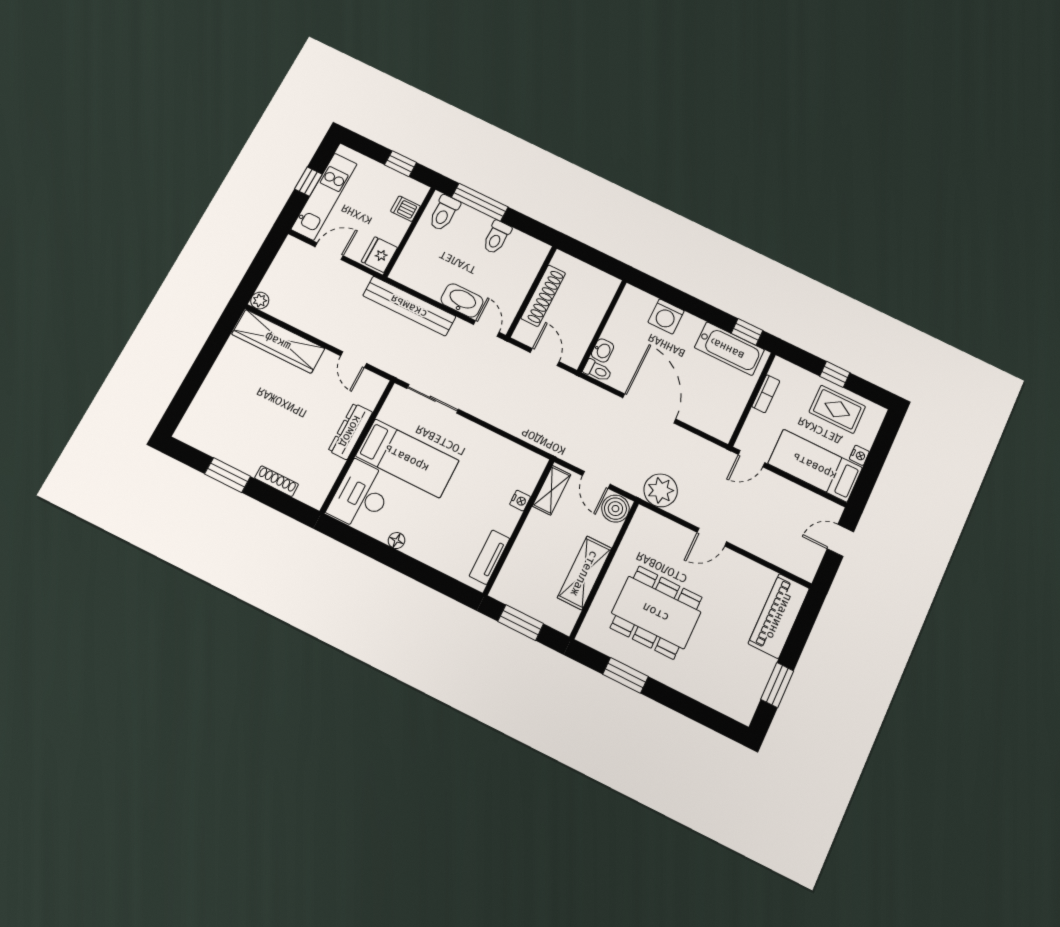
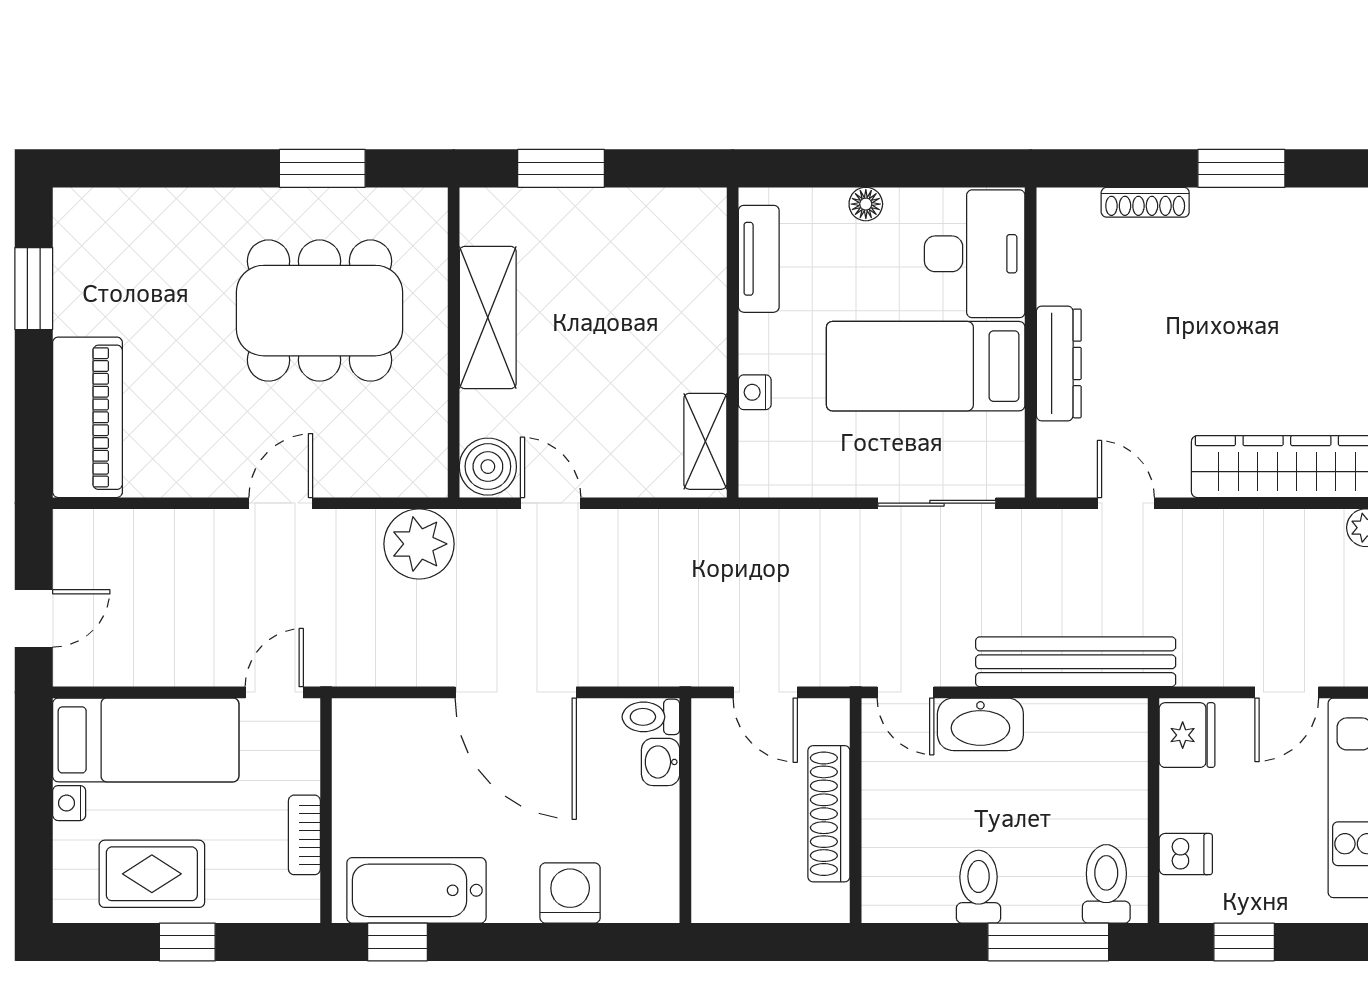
shelving: (552, 490) -> (705, 441), moved
nightstand: (520, 501) -> (755, 392), moved
wall: (519, 527) -> (733, 342), moved
tv unit: (489, 557) -> (759, 259), moved

